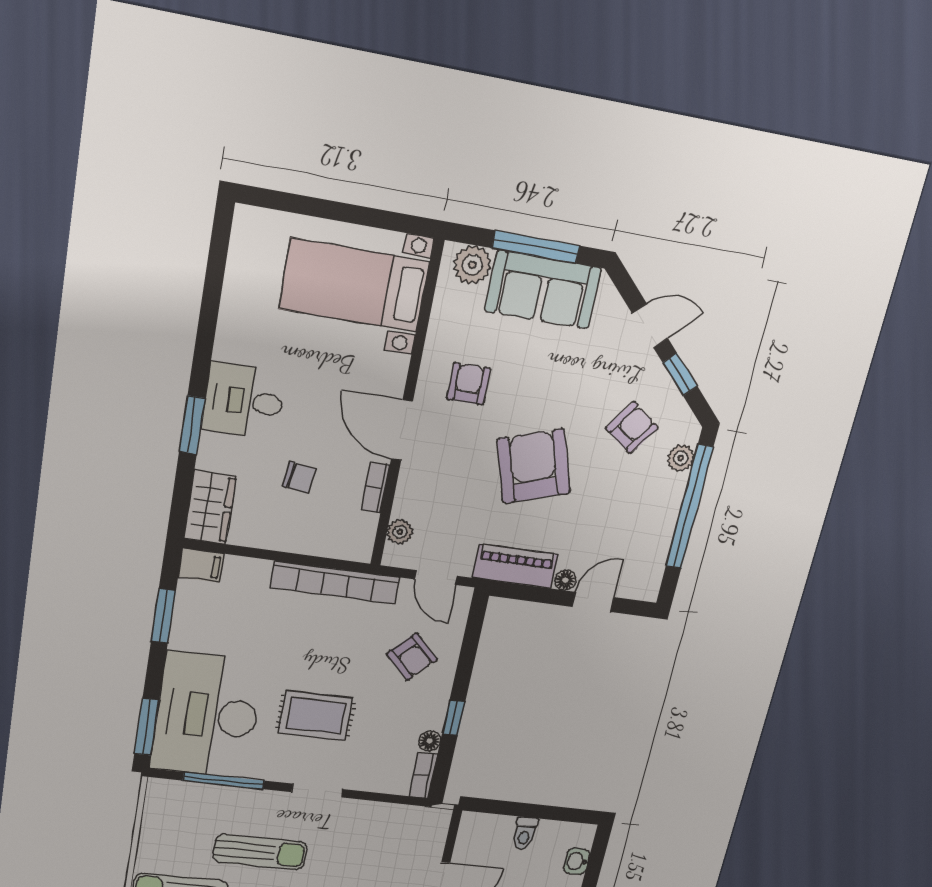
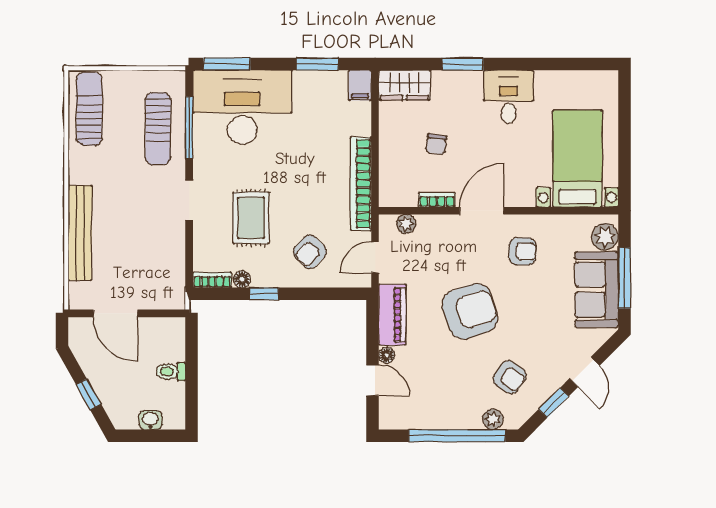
desk: (244, 401) -> (509, 97), moved
rug: (316, 716) -> (251, 218), moved
sun lounger: (260, 852) -> (158, 129), moved

